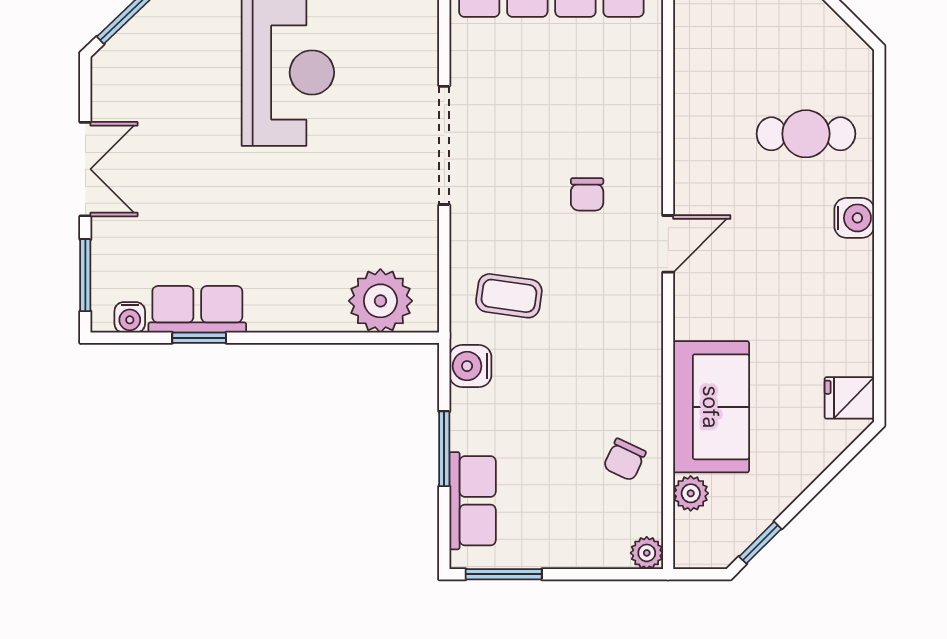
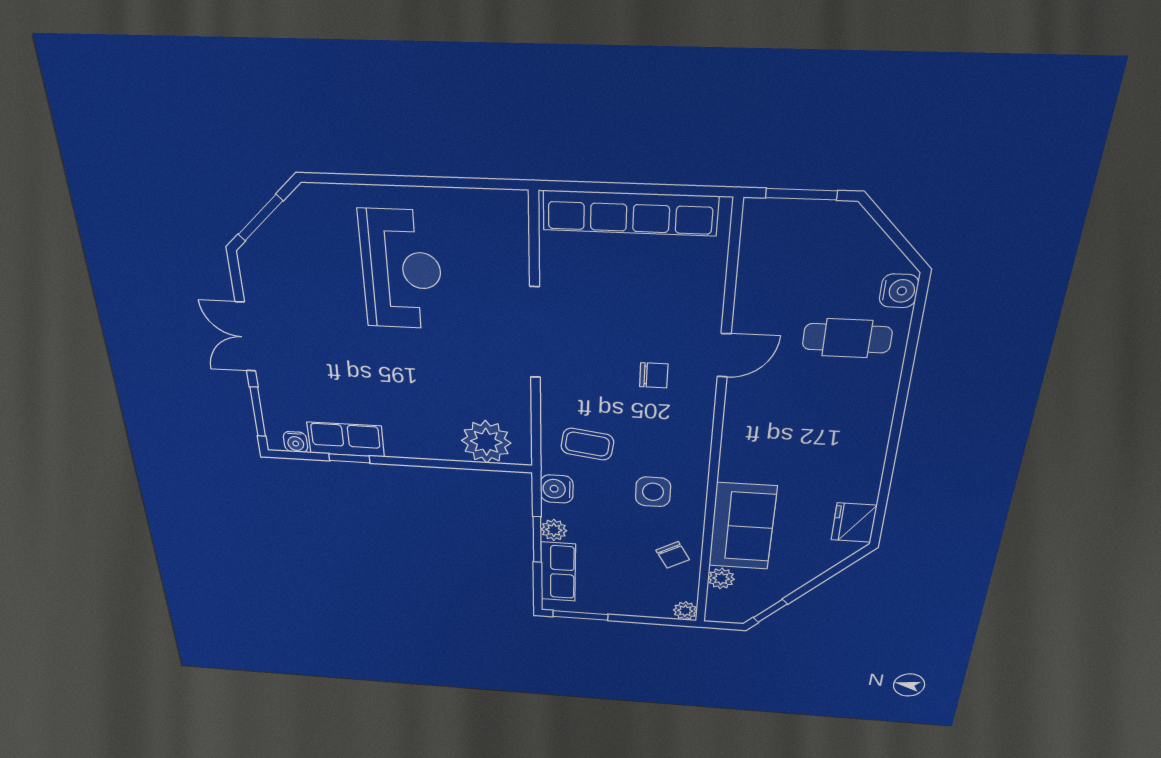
double door: (85, 169) -> (246, 337), swing flipped
chair: (587, 194) -> (654, 375), turned -90
water cooler: (854, 218) -> (899, 291), moved
door: (668, 244) -> (724, 355), moved
side table: (594, 362) -> (653, 492), added
fridge: (849, 398) -> (854, 523), width x1.38
plant: (467, 431) -> (554, 530), added
chair: (625, 460) -> (673, 555), turned -55

